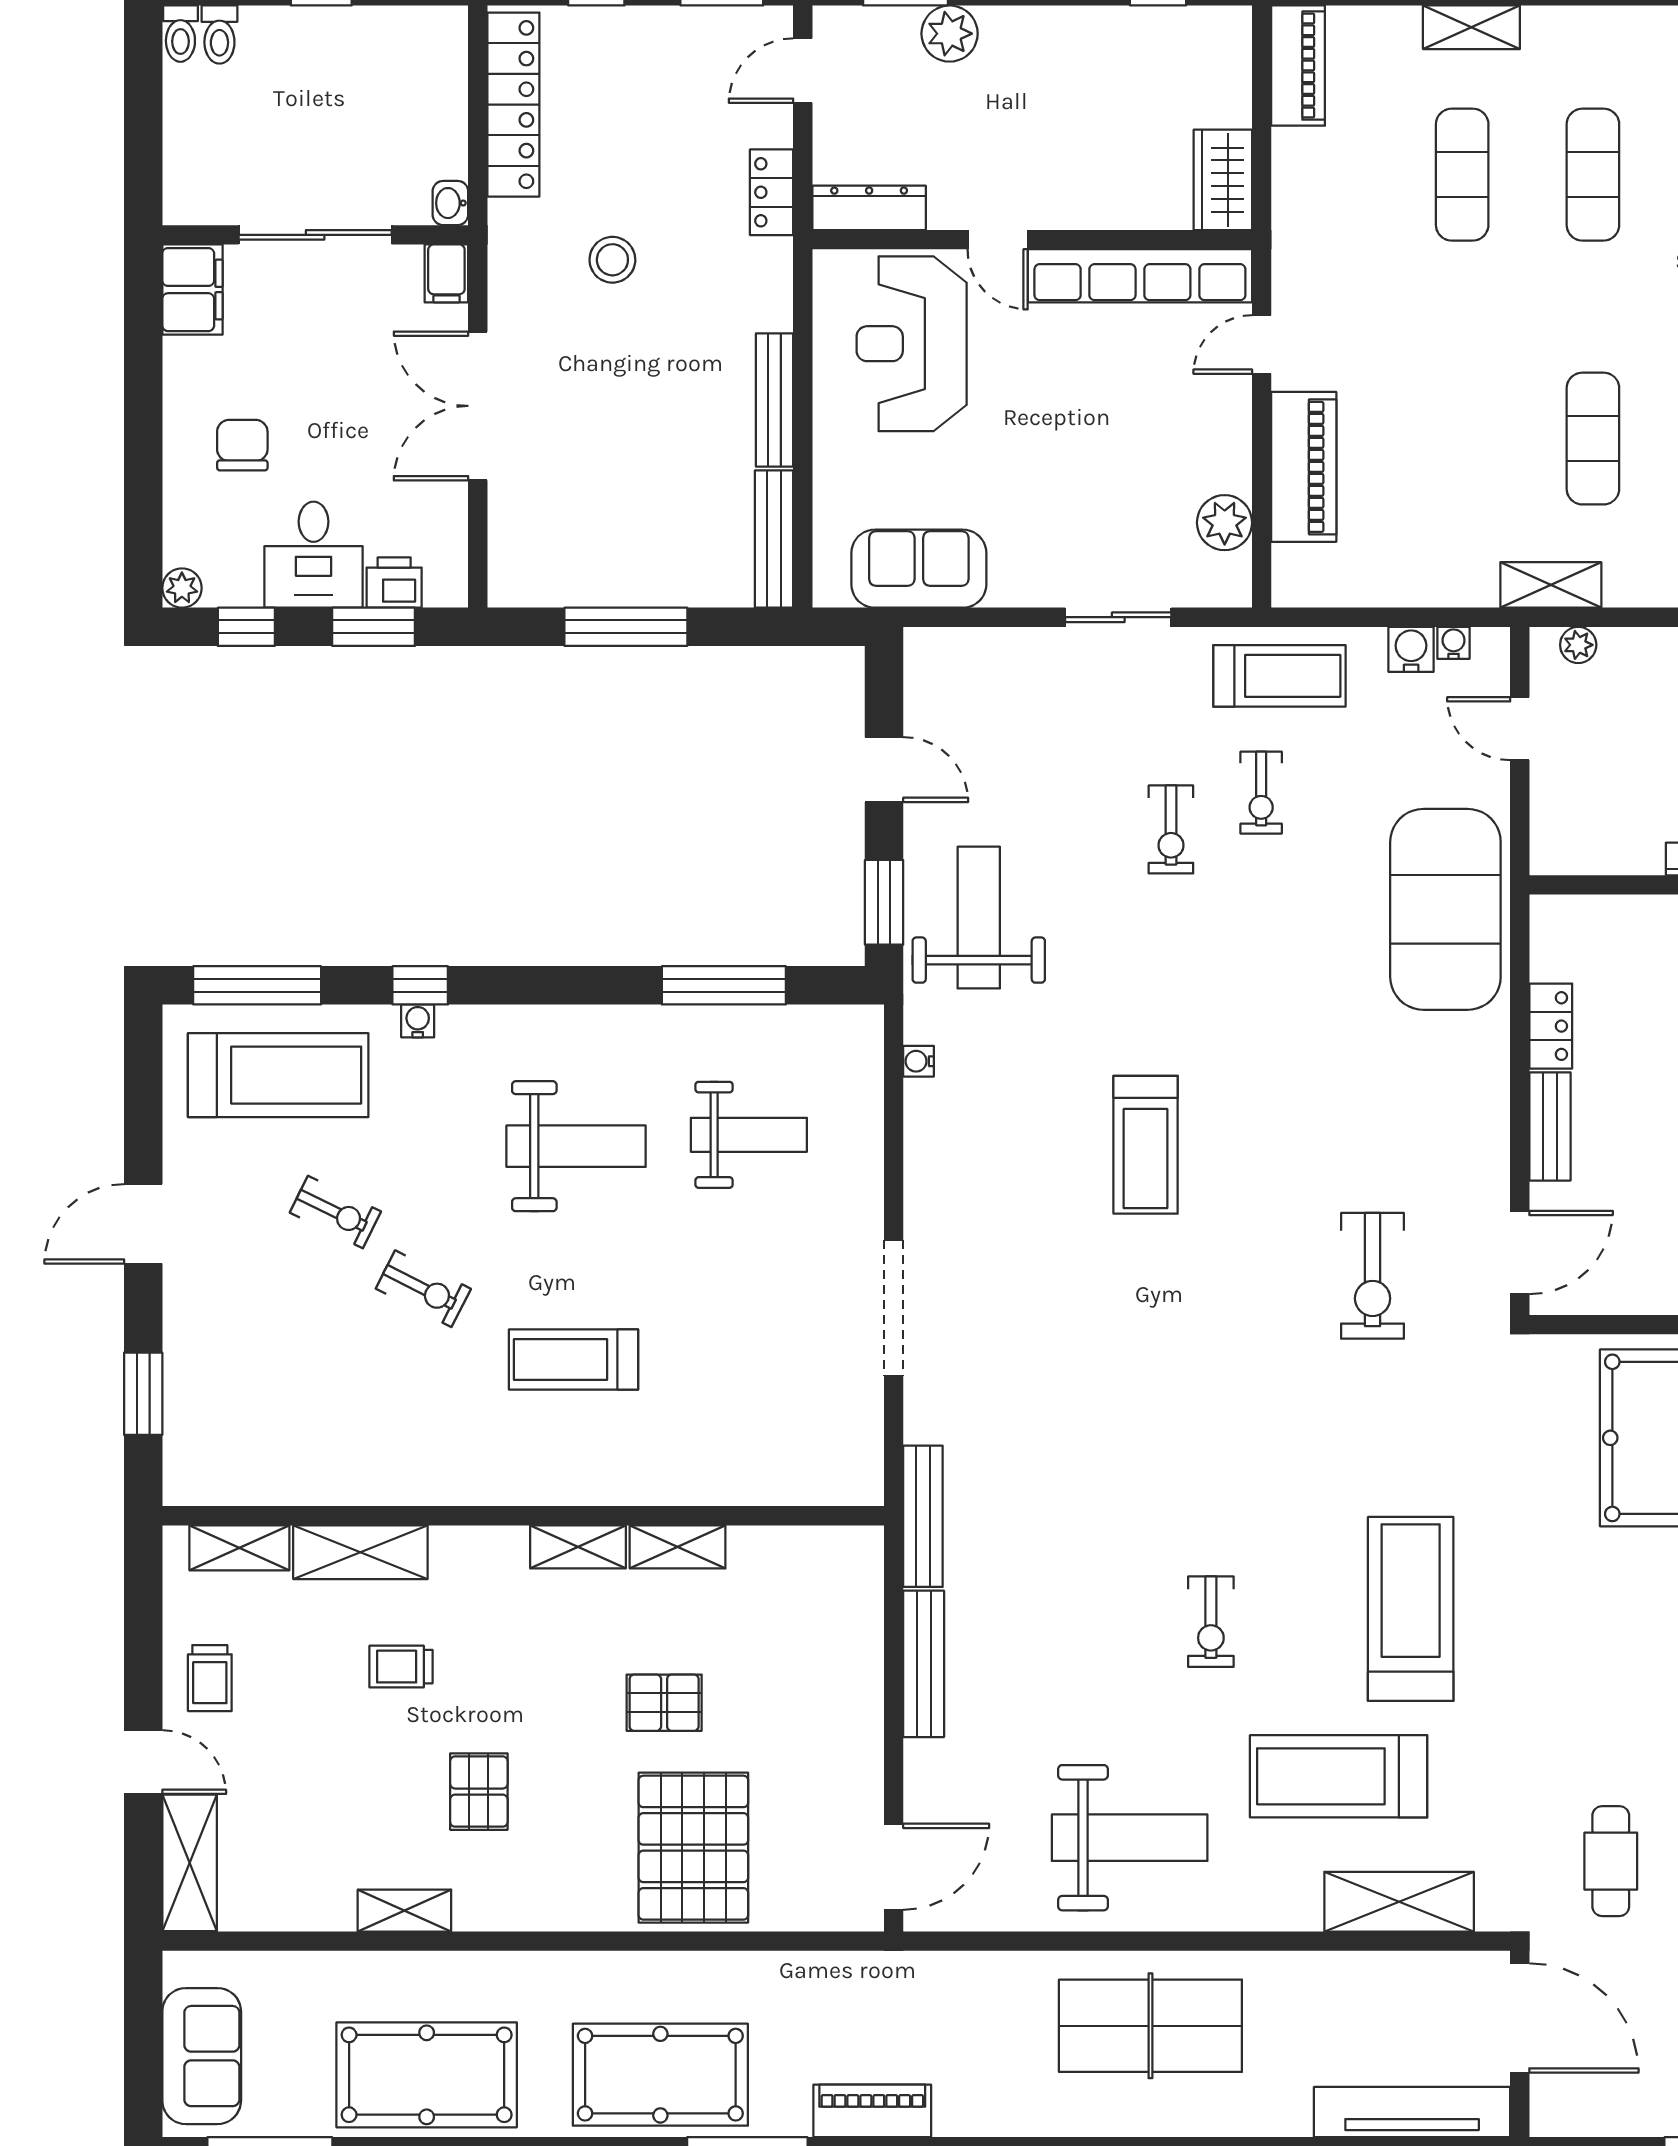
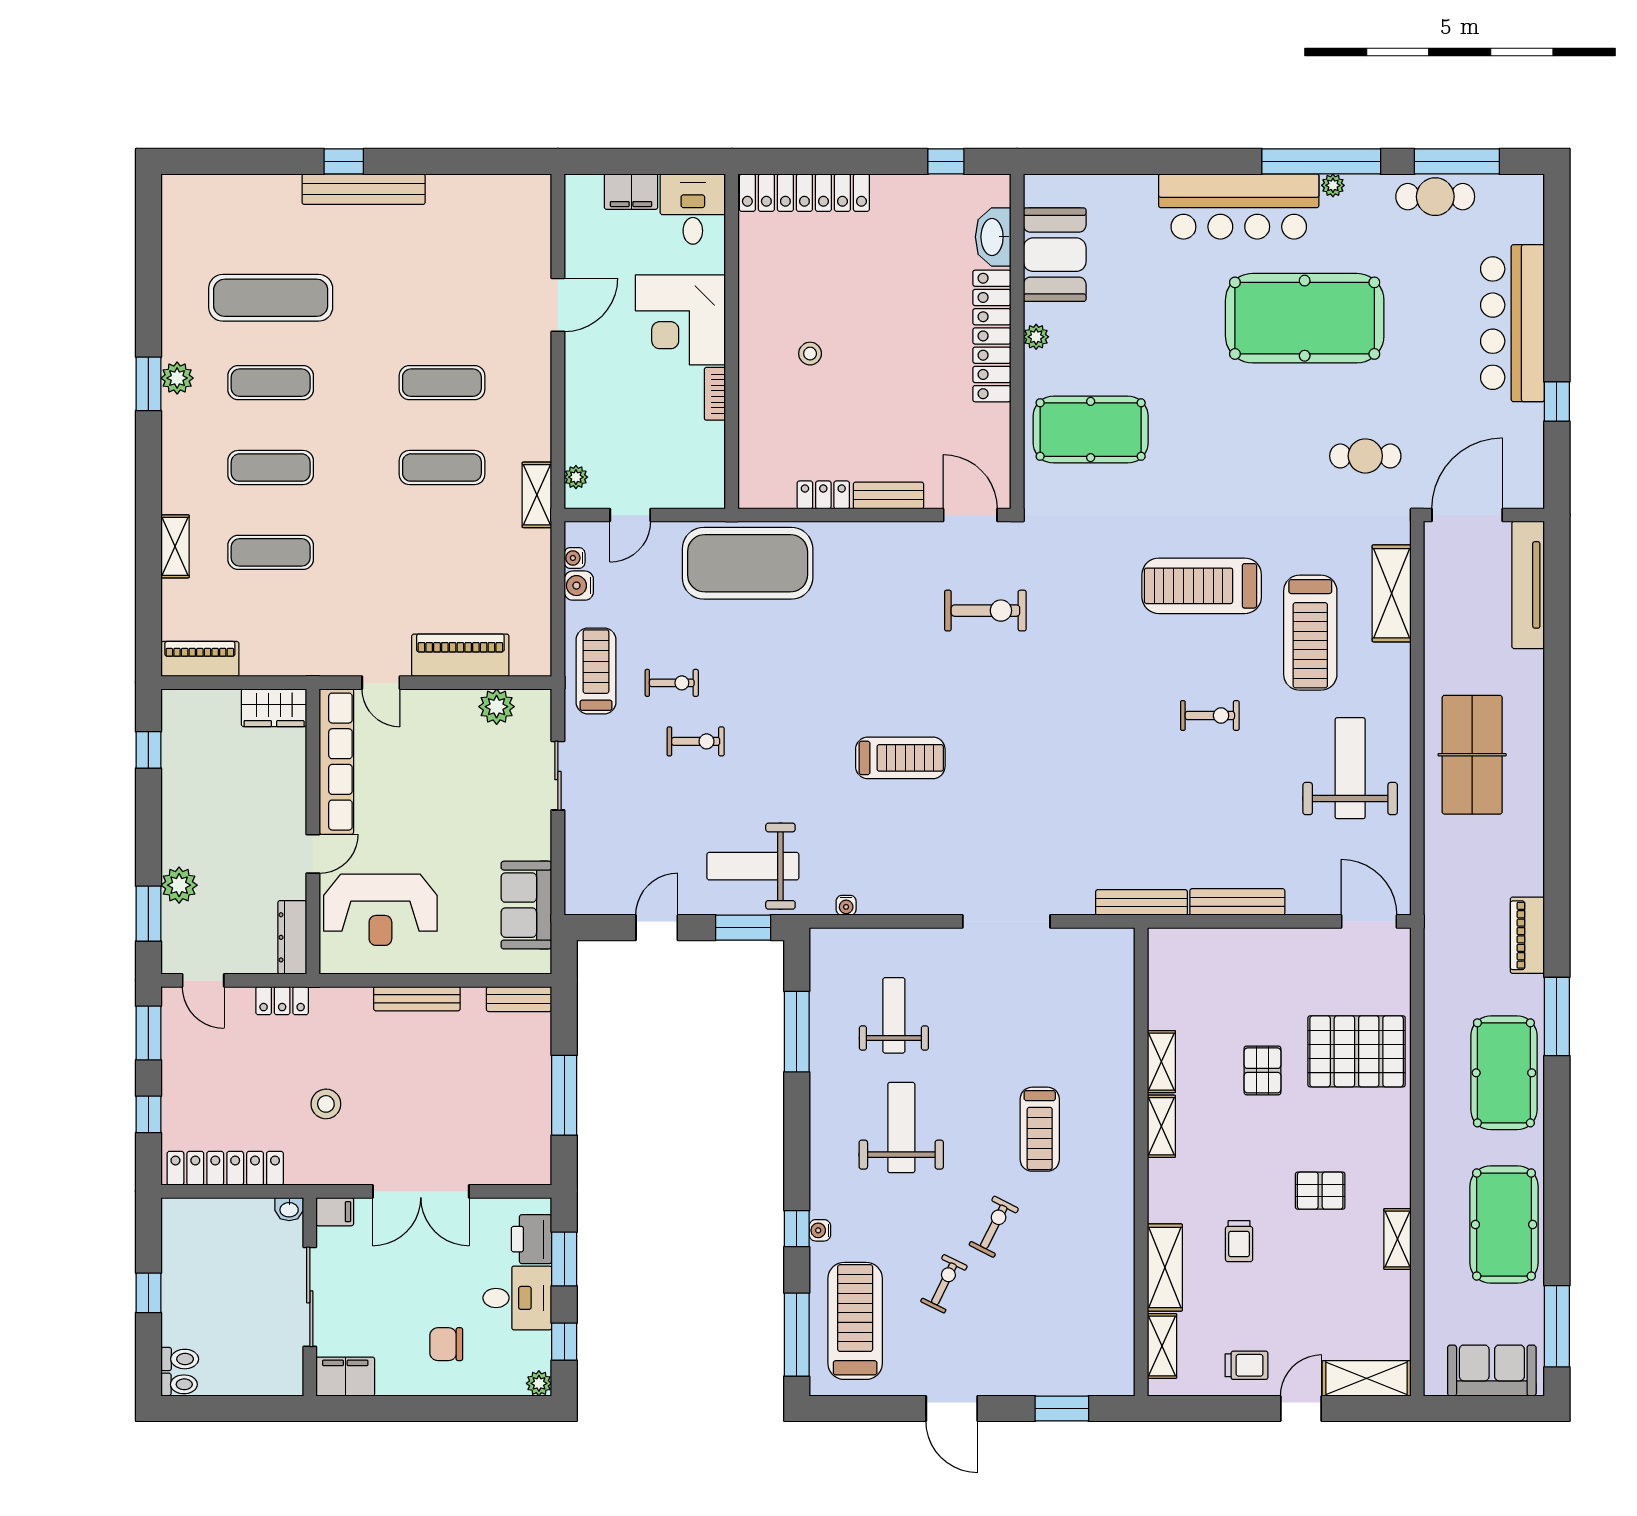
bench: (774, 539) -> (519, 999), width x0.73
printer: (394, 583) -> (532, 1239), width x1.36, depth x1.24

